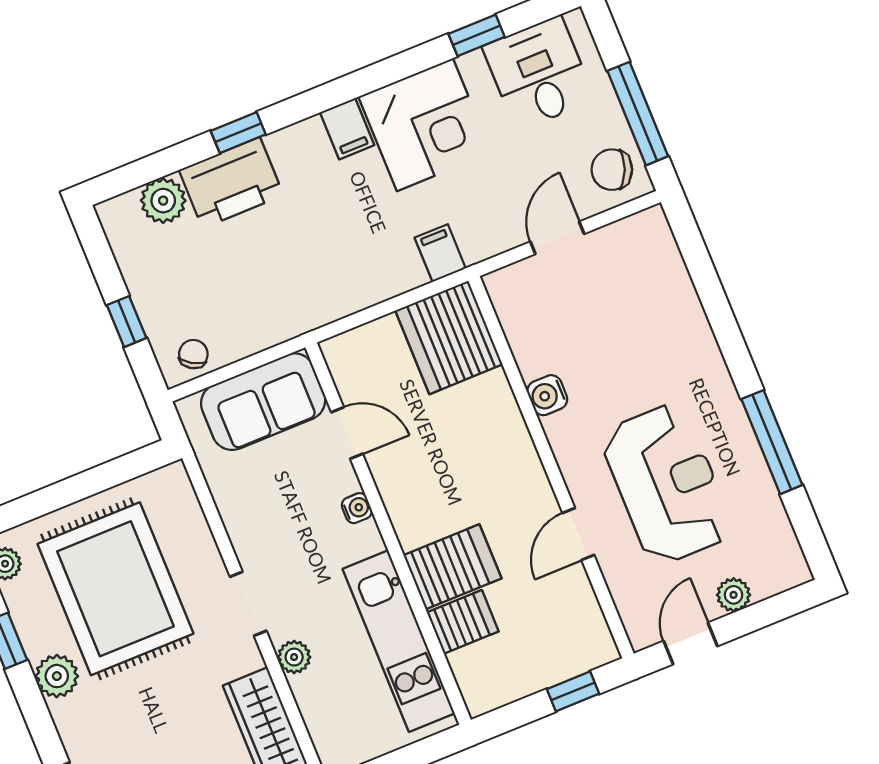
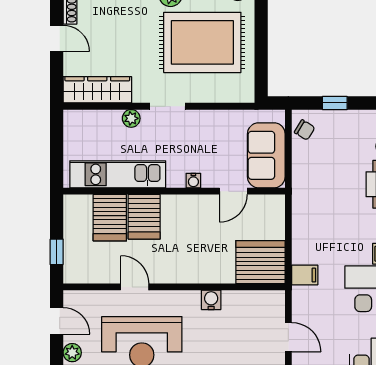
server rack: (463, 622) -> (110, 218), width x1.36, depth x1.44

